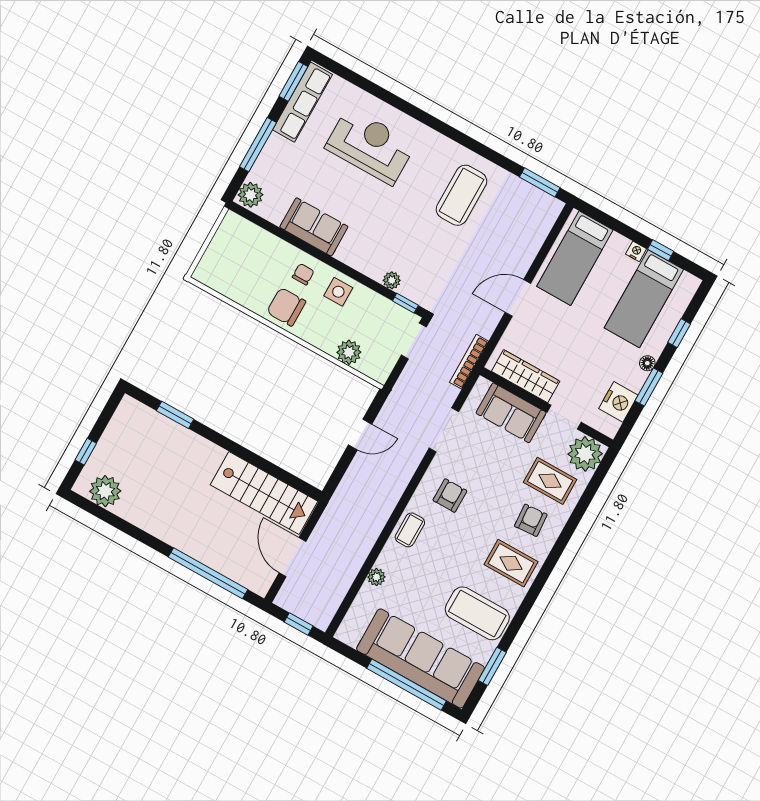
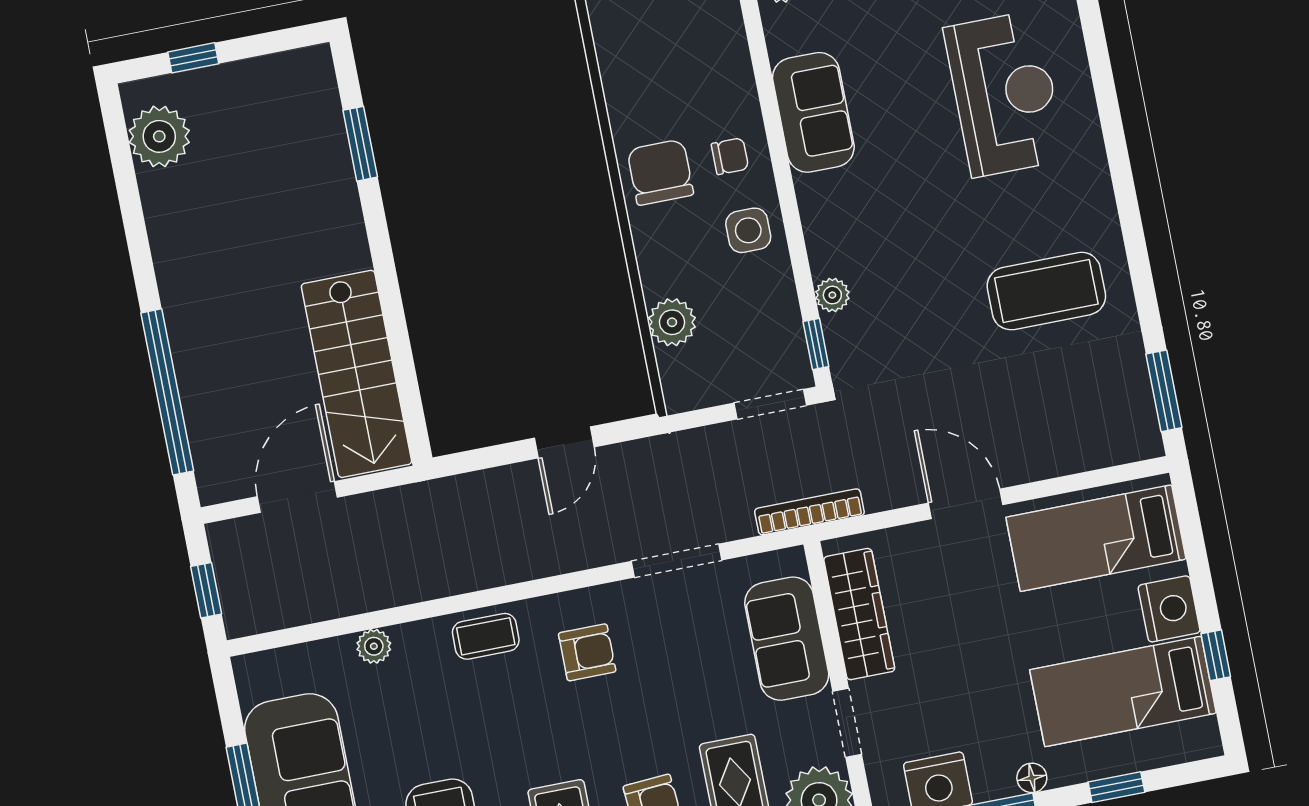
nightstand: (636, 251) -> (1169, 609), width x1.89, depth x1.79
door: (360, 434) -> (564, 442), hinge flipped

